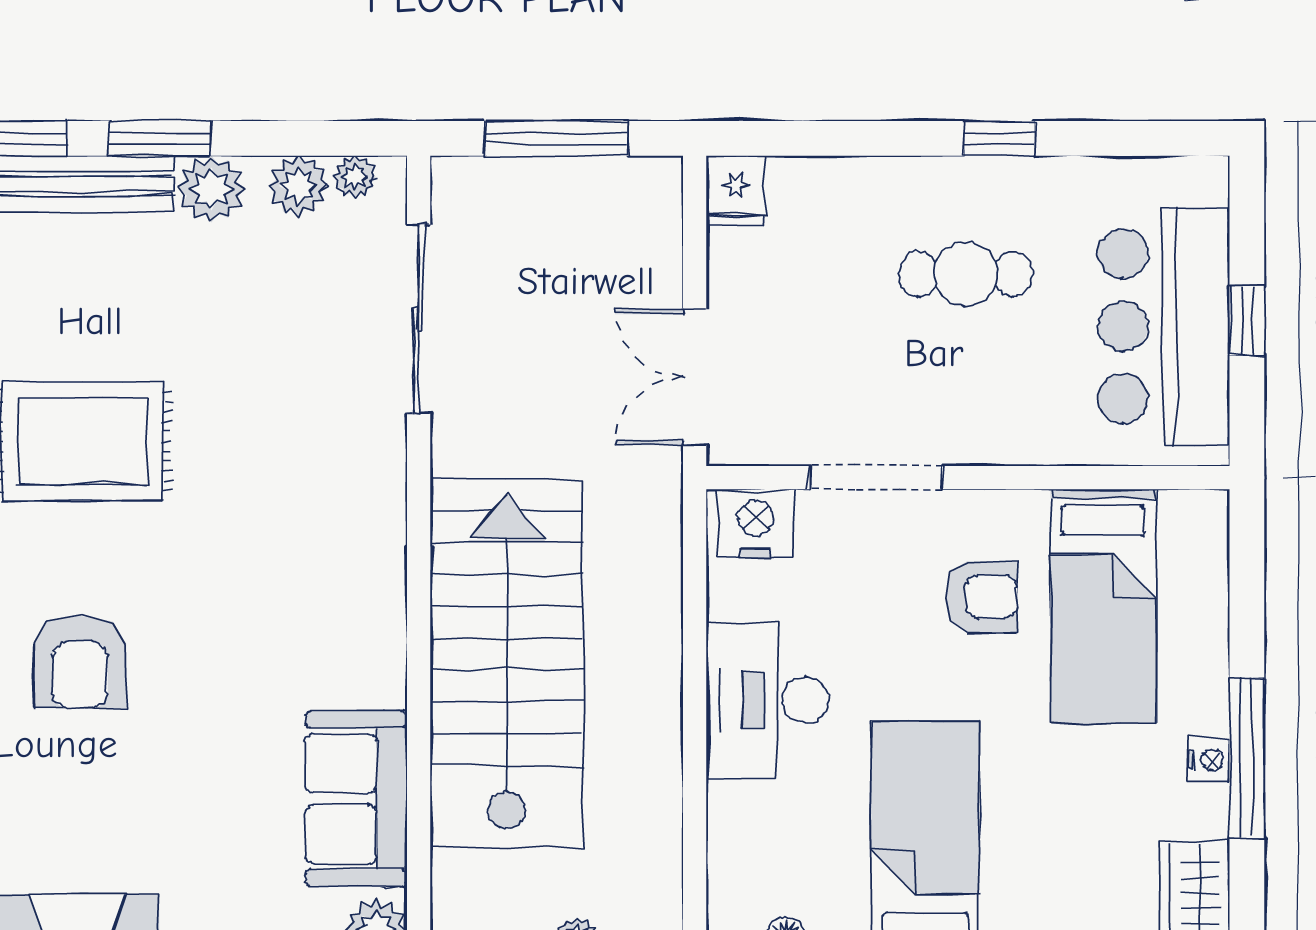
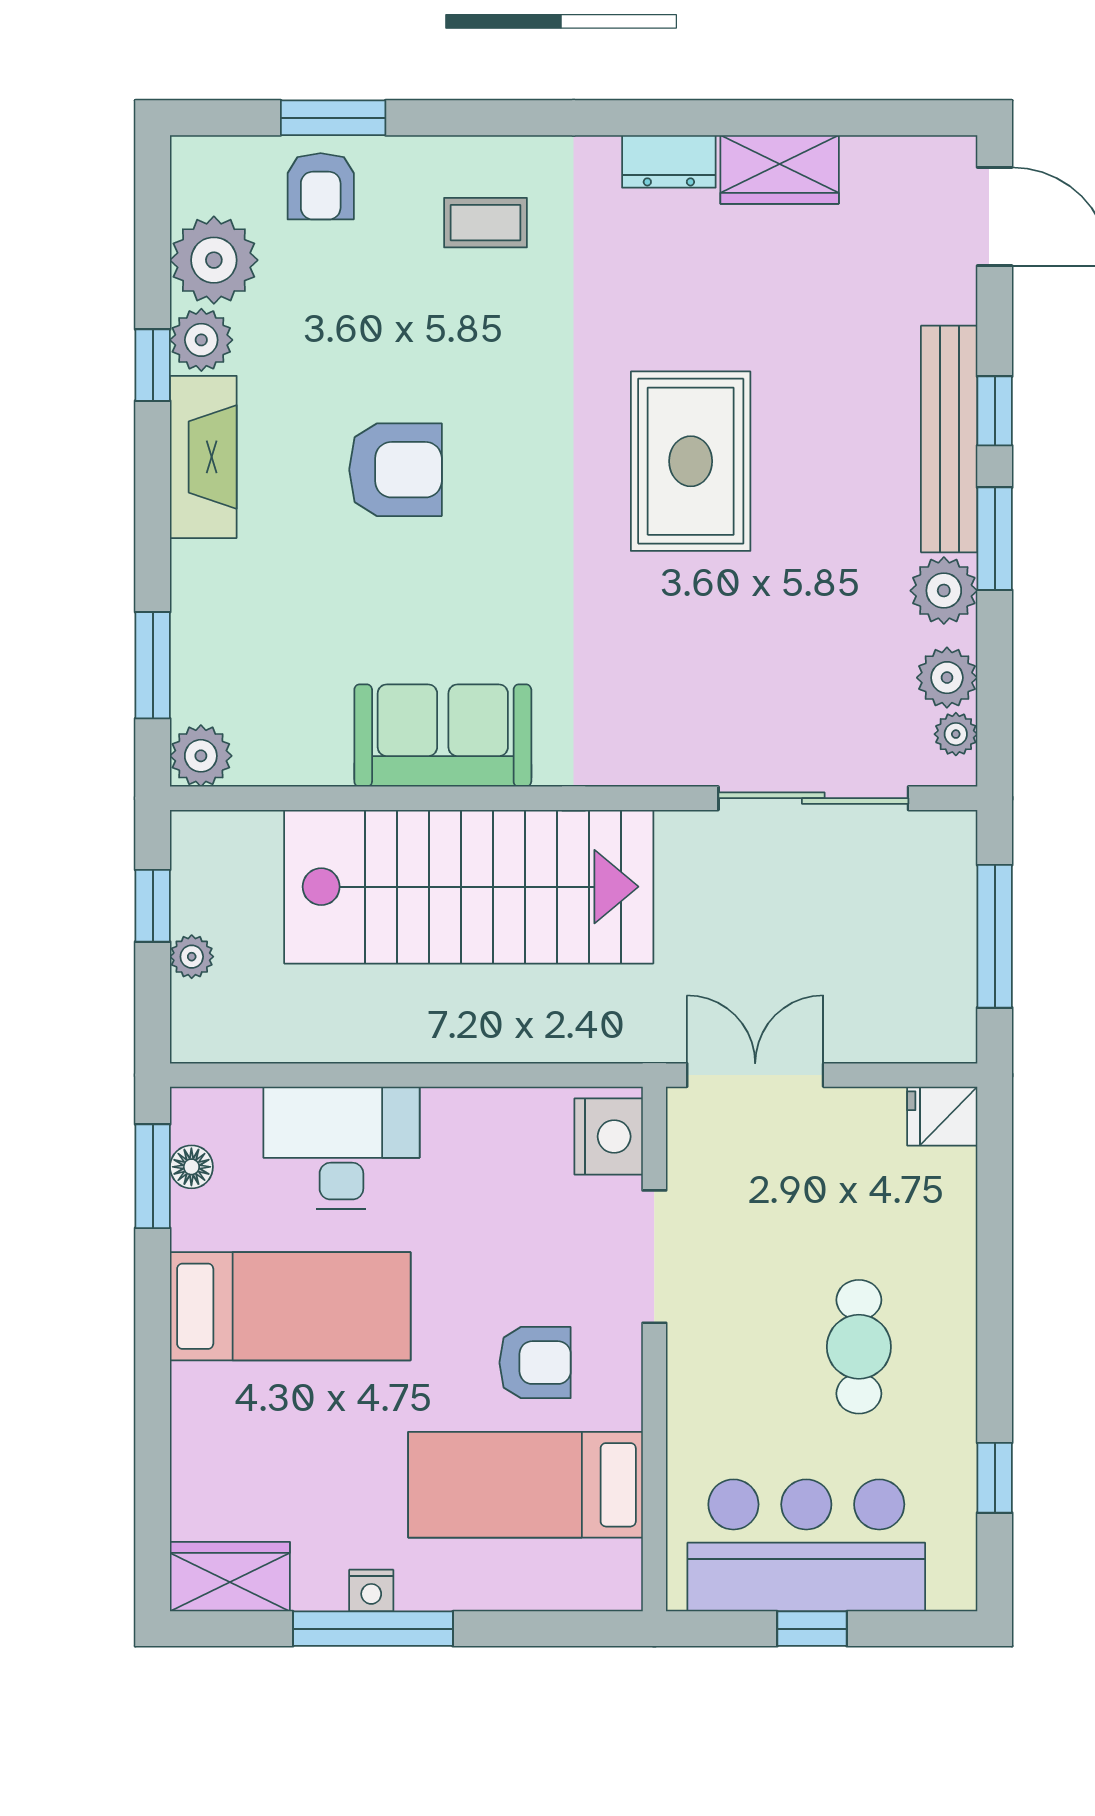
window: (1000, 138) -> (995, 1478), moved
armchair: (981, 597) -> (535, 1363), turned -90
armchair: (80, 662) -> (395, 470), moved, turned 180
desk: (767, 700) -> (341, 1148), moved
sofa: (356, 799) -> (443, 736), moved

